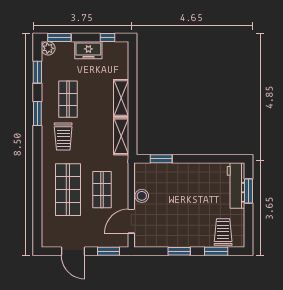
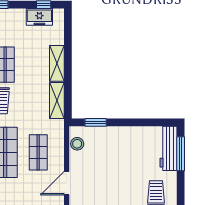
freezer: (88, 50) -> (39, 17), moved
window: (248, 191) -> (181, 154), width x1.44
stool: (142, 196) -> (77, 144), moved

